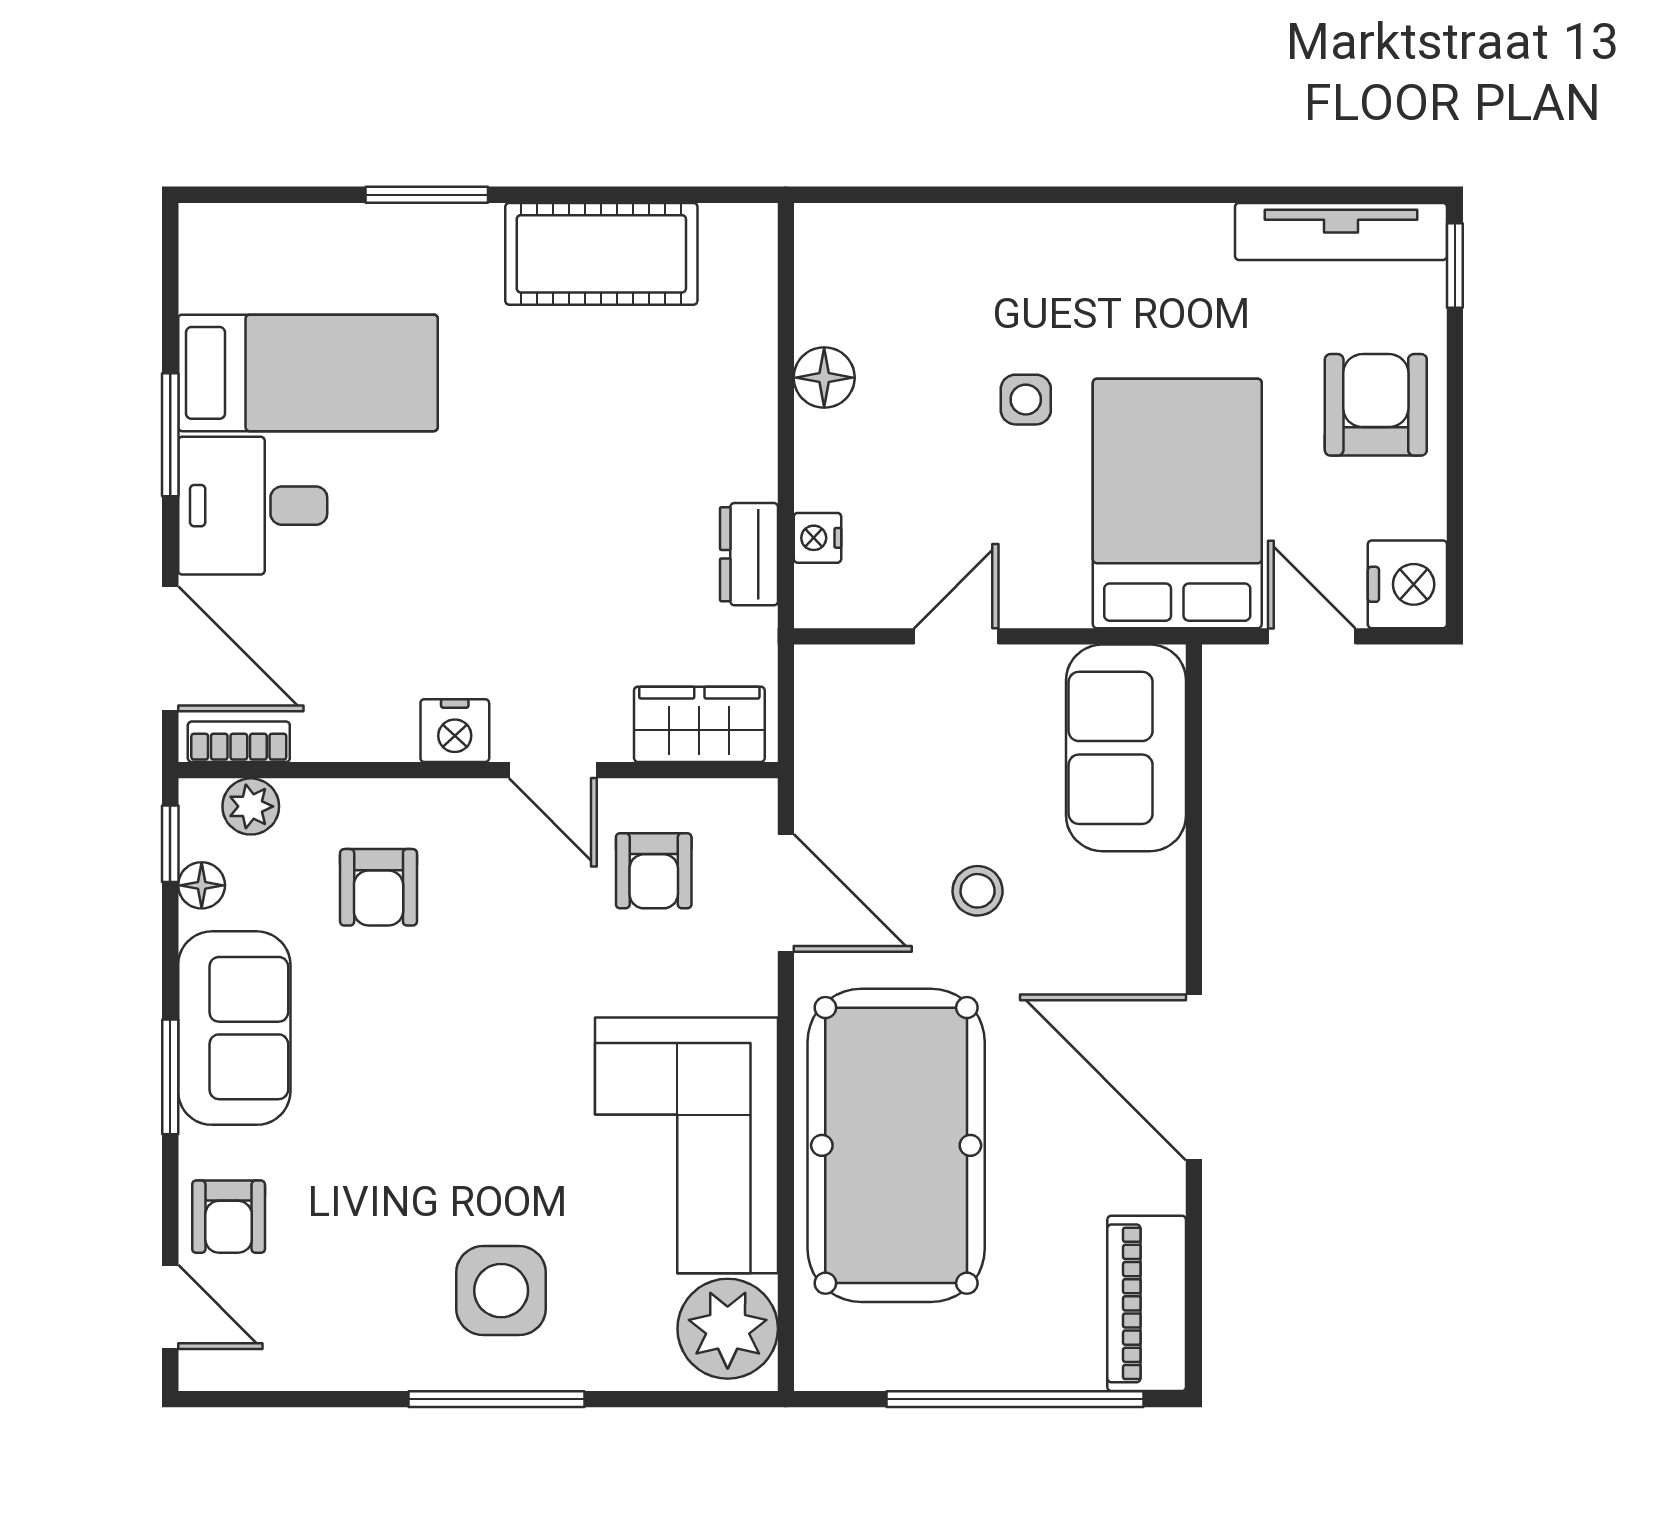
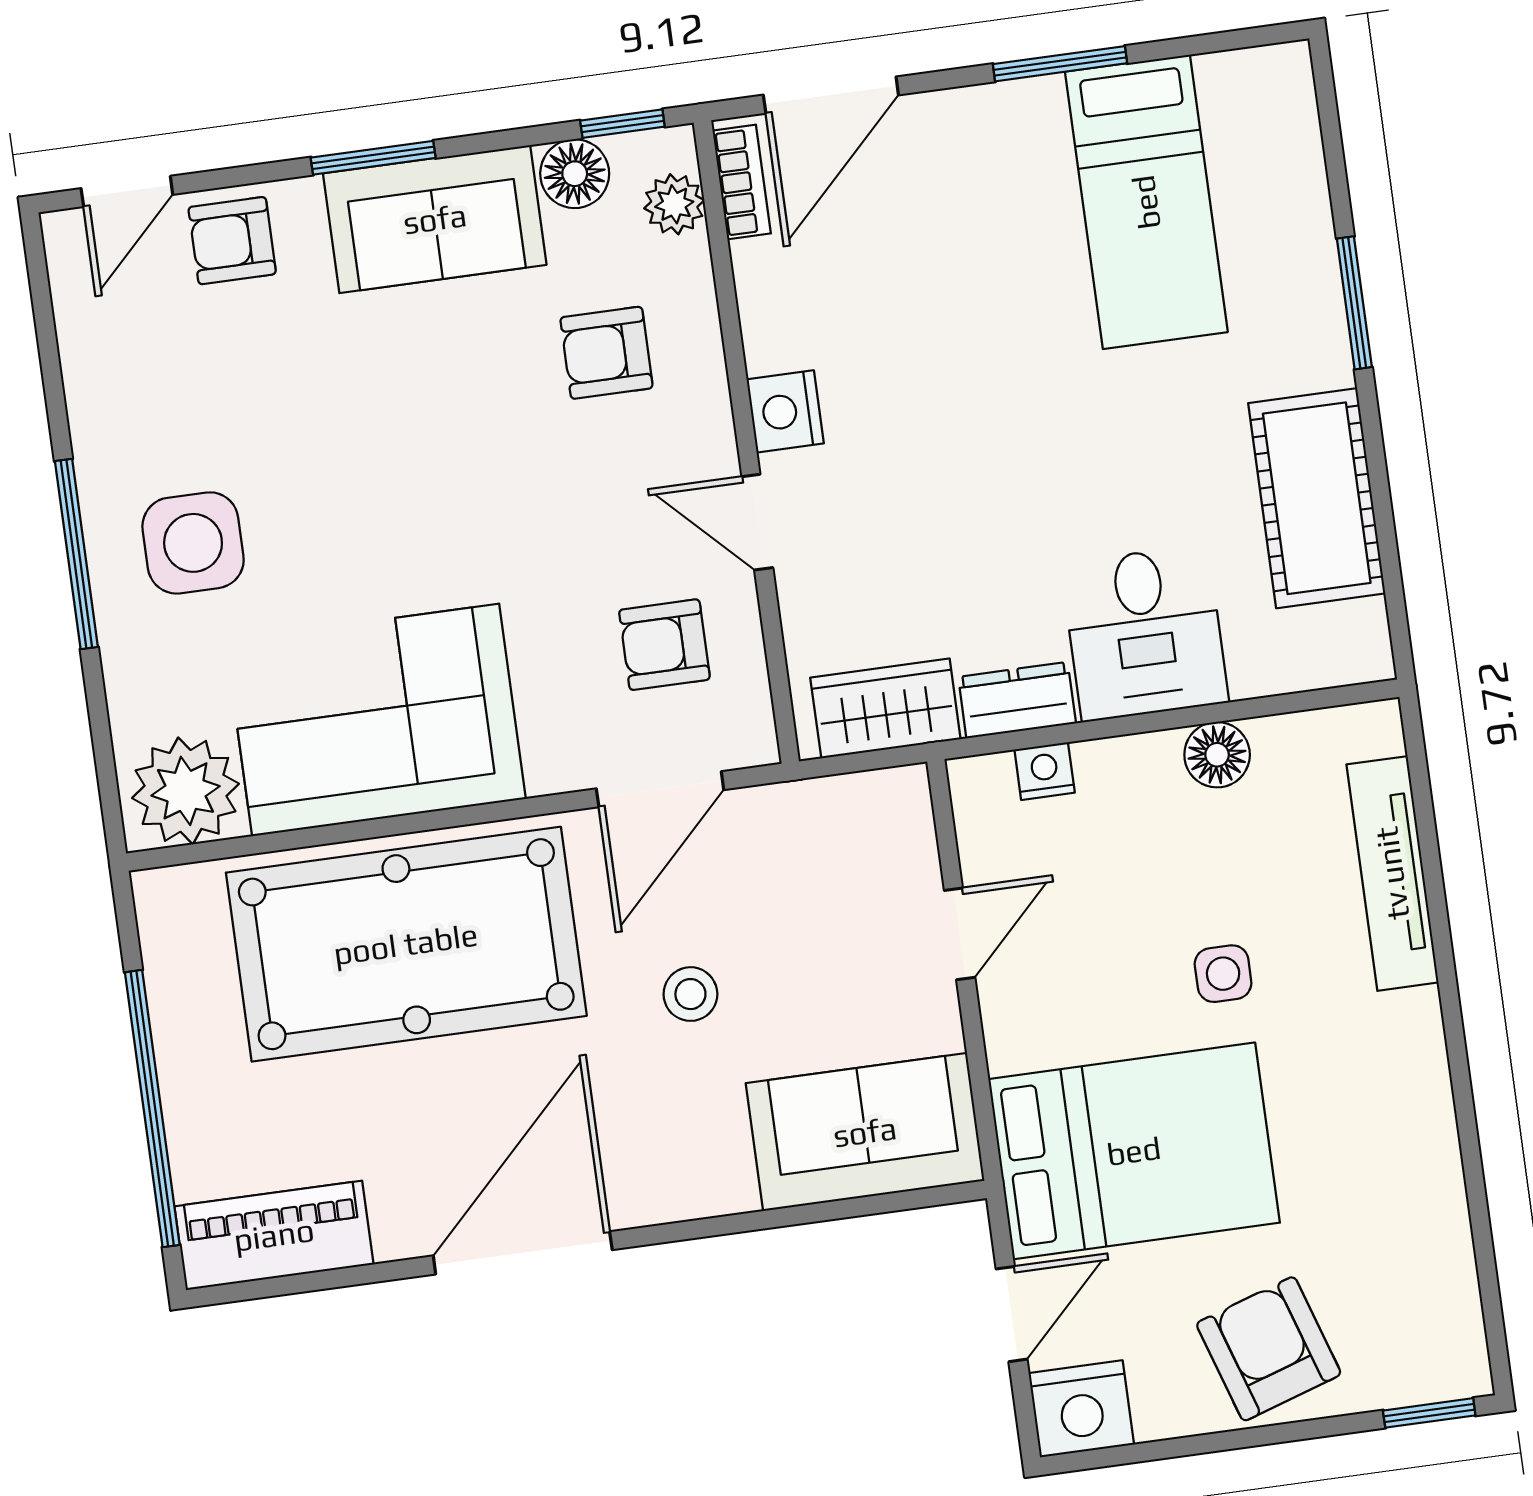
tv unit: (1341, 231) -> (1392, 873), moved
armchair: (1376, 405) -> (1269, 1349), turned -108
desk: (253, 506) -> (1145, 633), moved, turned 180
door: (956, 636) -> (960, 934), hinge flipped
wardrobe: (699, 724) -> (885, 708), moved, turned -90
door: (553, 770) -> (757, 522), hinge flipped
floor lamp: (202, 885) -> (575, 174), width x1.37, depth x1.37

